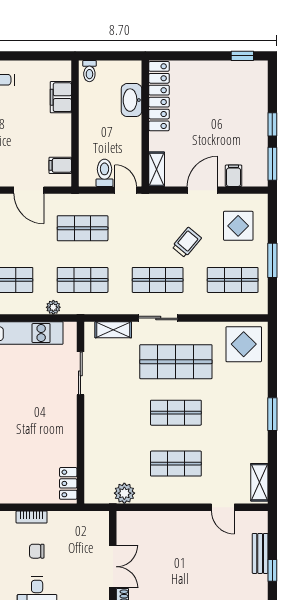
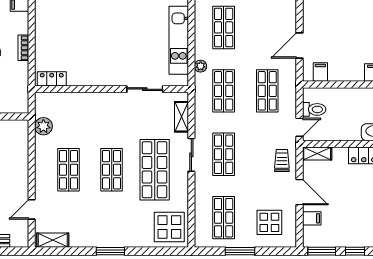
trolley: (187, 242) -> (282, 160), moved, turned -130

